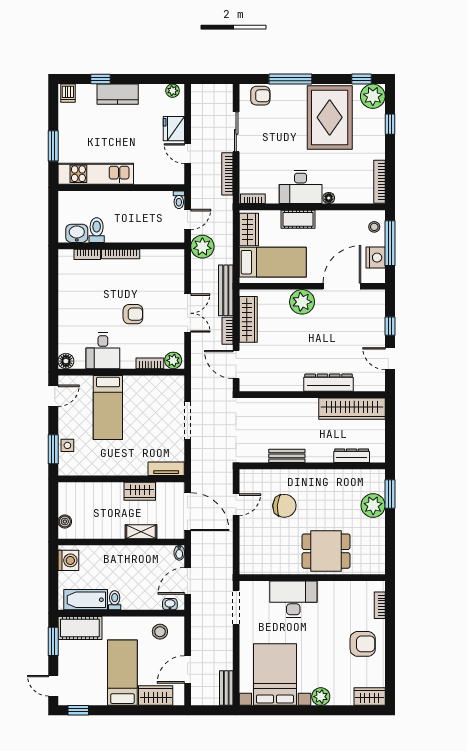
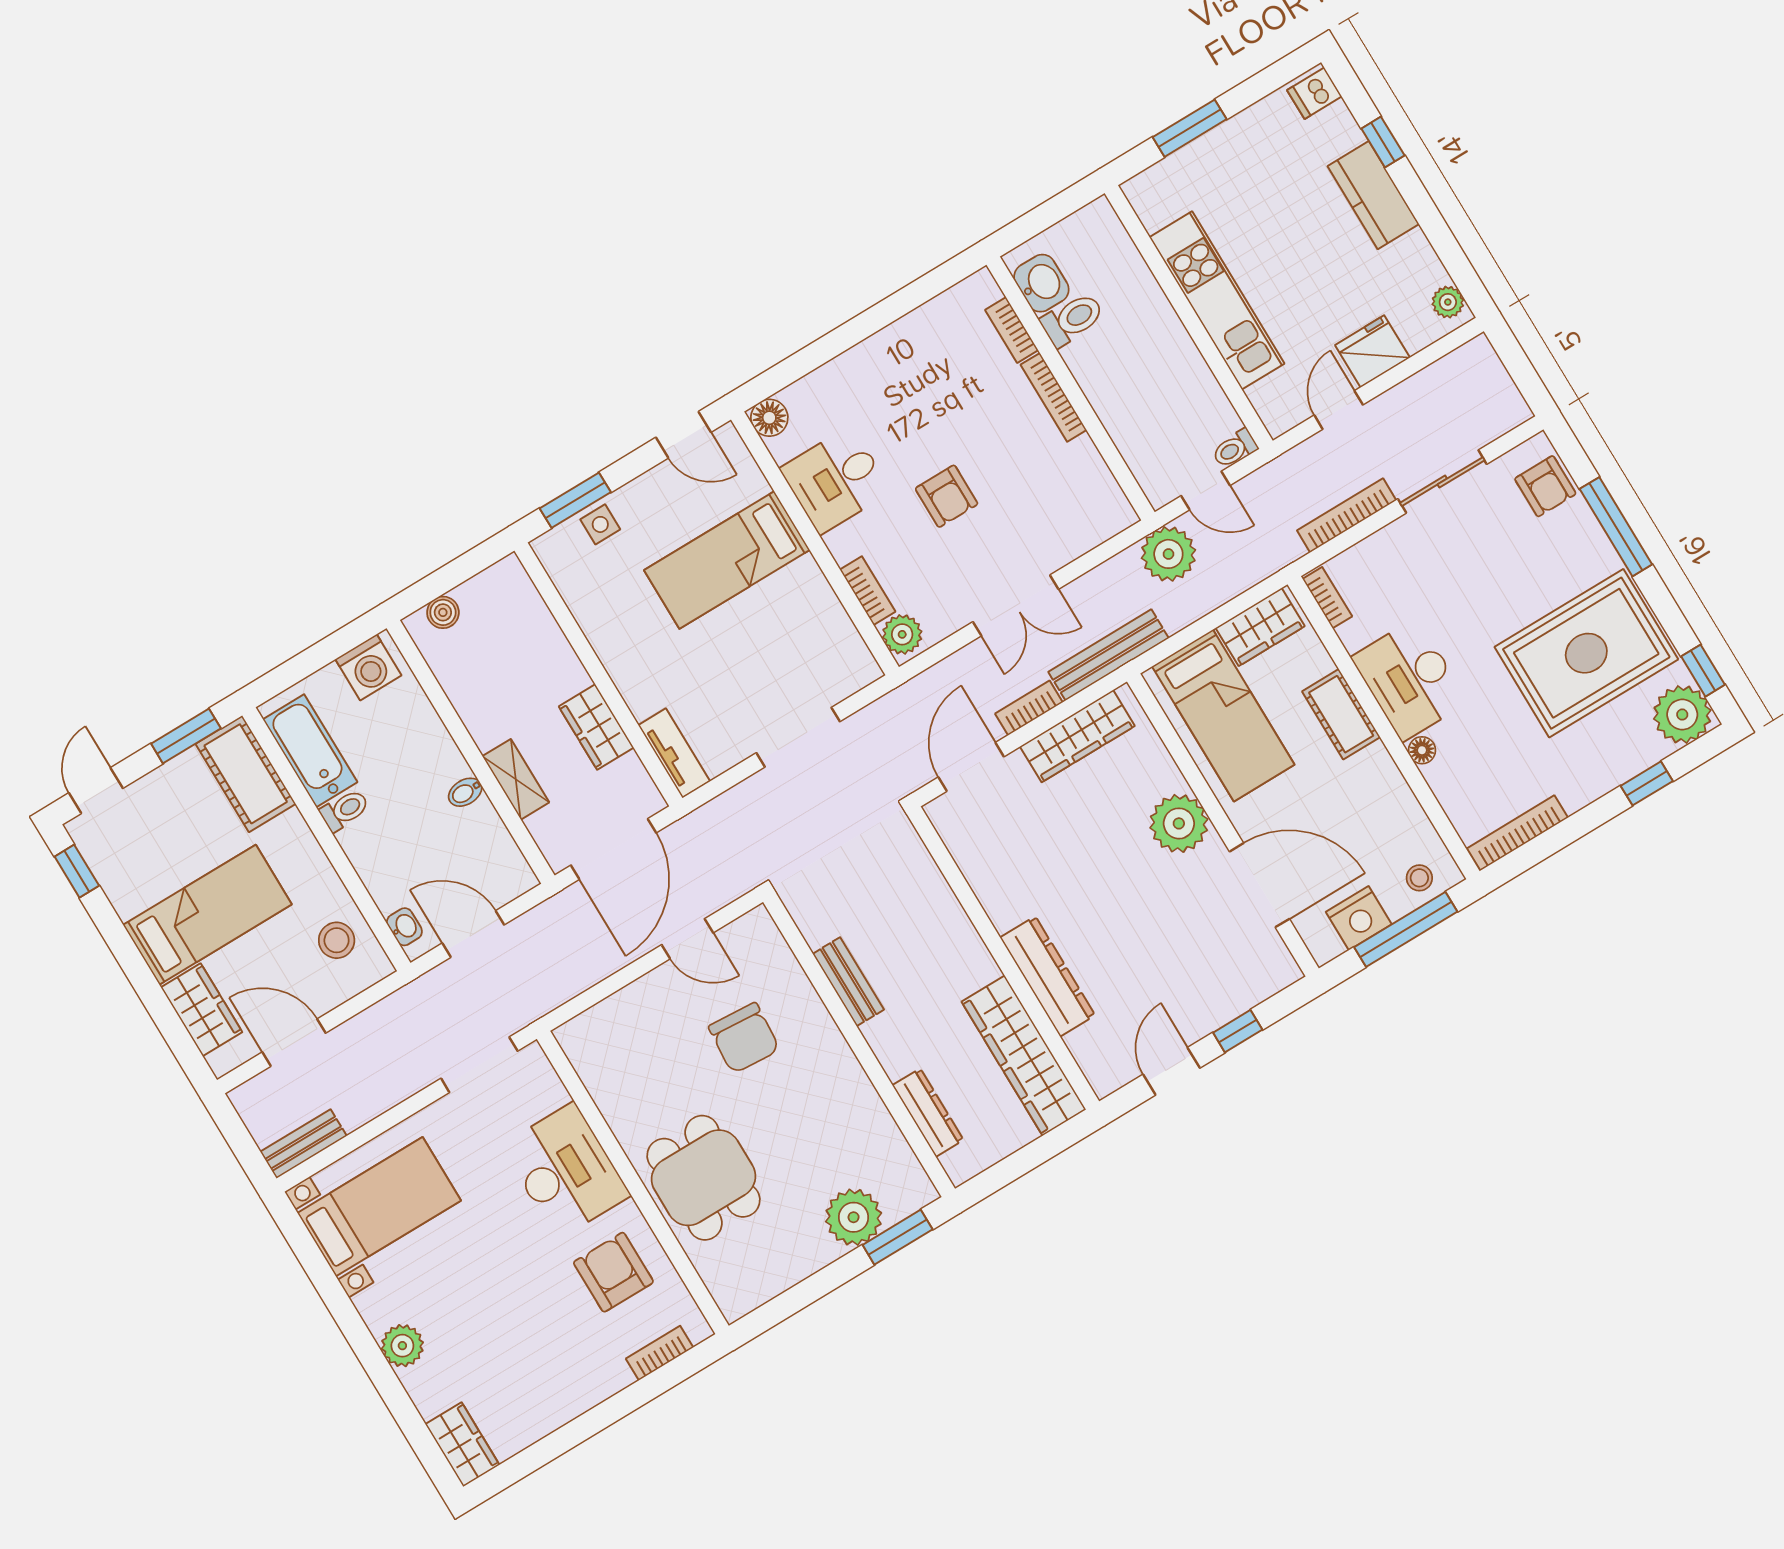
kitchen unit: (96, 174) -> (1217, 300), moved
bidet: (179, 553) -> (465, 792), moved
armchair: (363, 644) -> (613, 1272), moved, turned 180
bed with nightstands: (275, 675) -> (379, 1207), width x0.73

